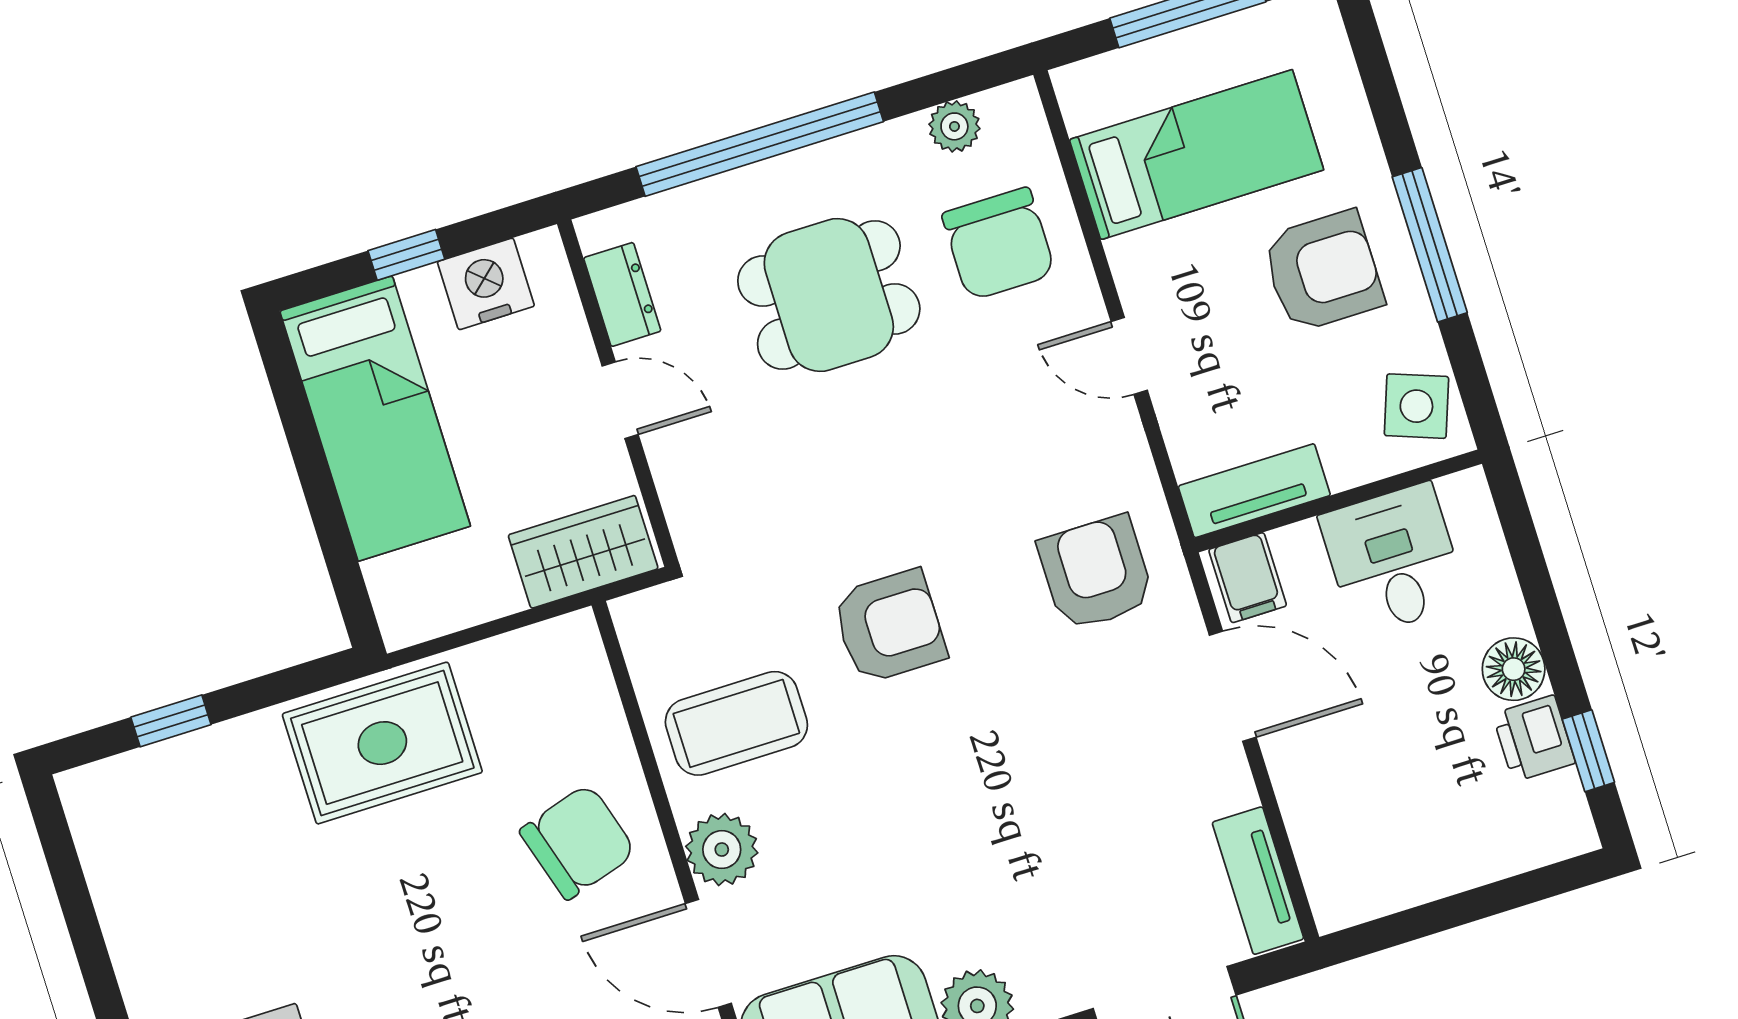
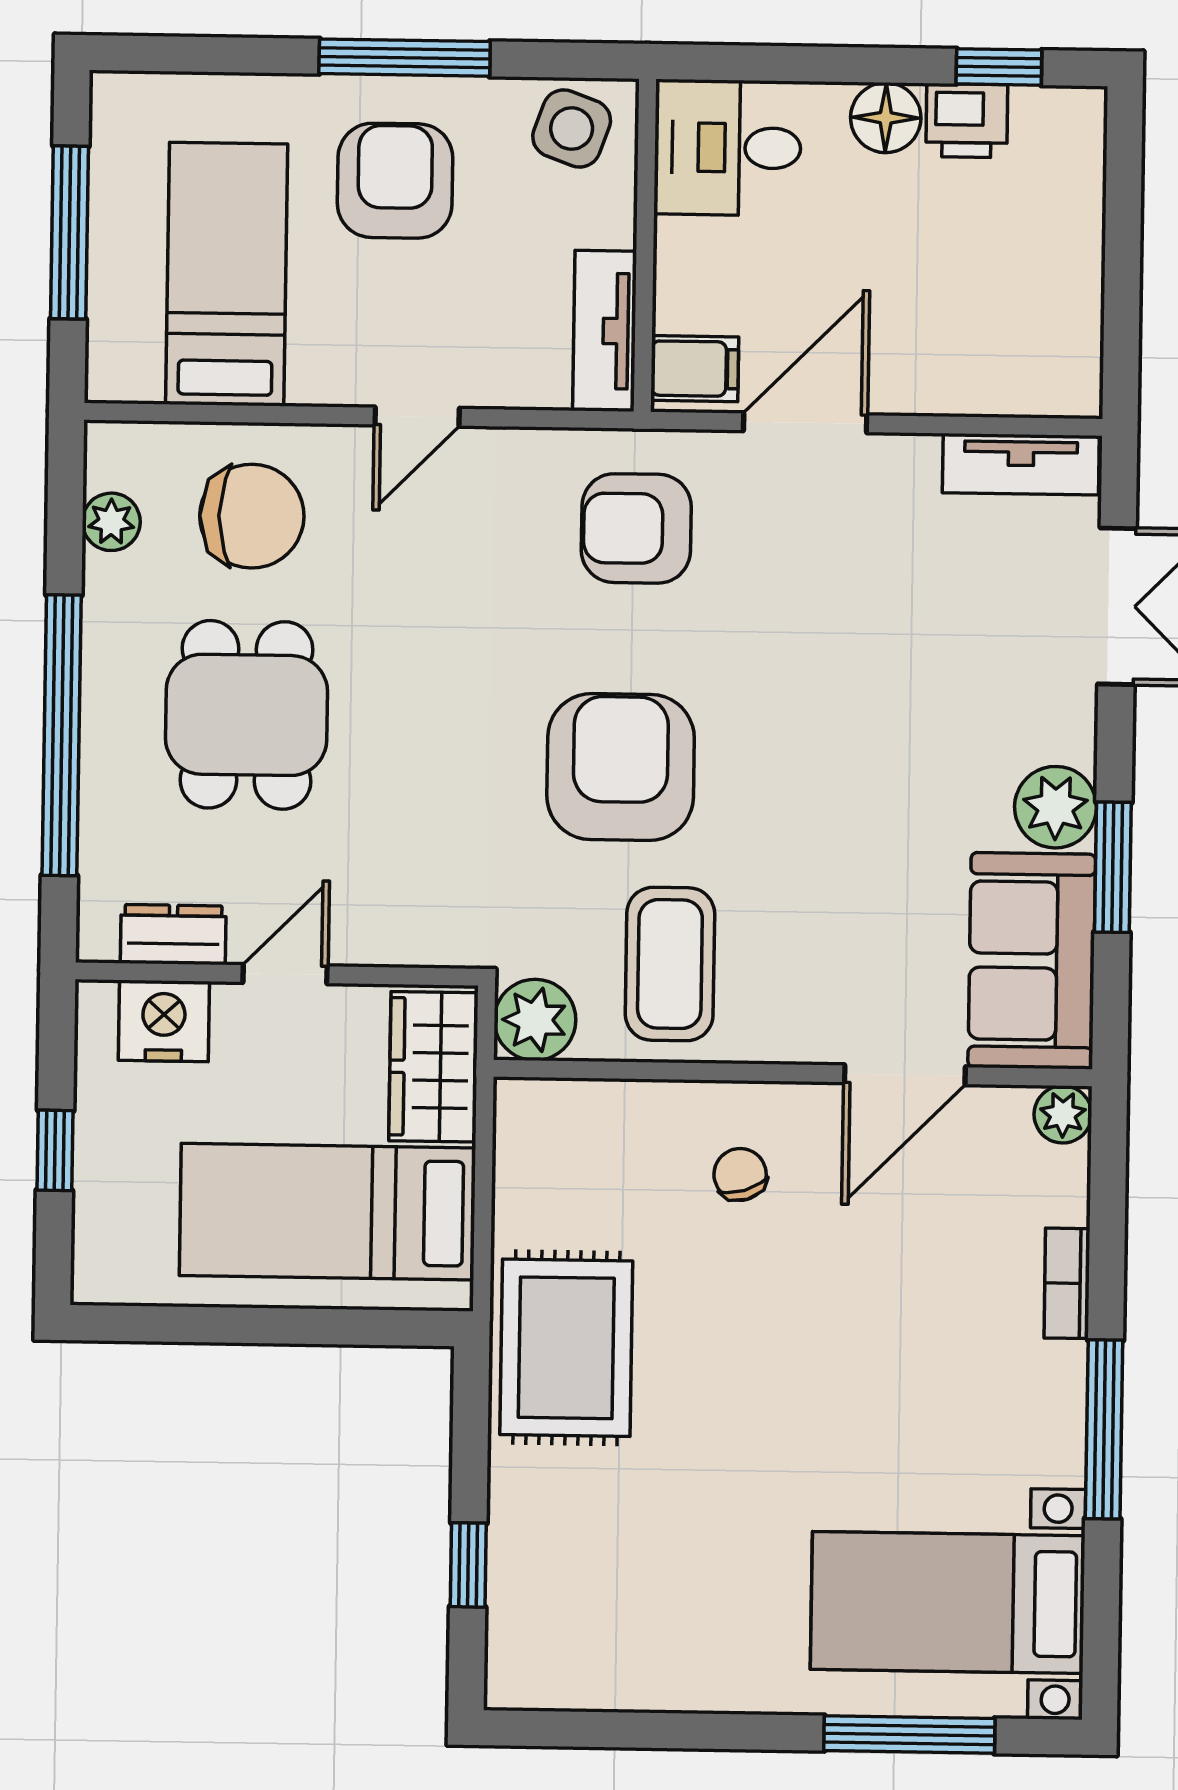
nightstand: (486, 284) -> (164, 1021), moved, turned 90
bed: (375, 418) -> (327, 1212), moved, turned 180
desk: (1393, 560) -> (728, 148), moved
armchair: (889, 626) -> (621, 767), width x1.36, depth x1.36
chair: (578, 842) -> (740, 1174), width x0.54, depth x0.54
plant: (722, 850) -> (535, 1020), moved

